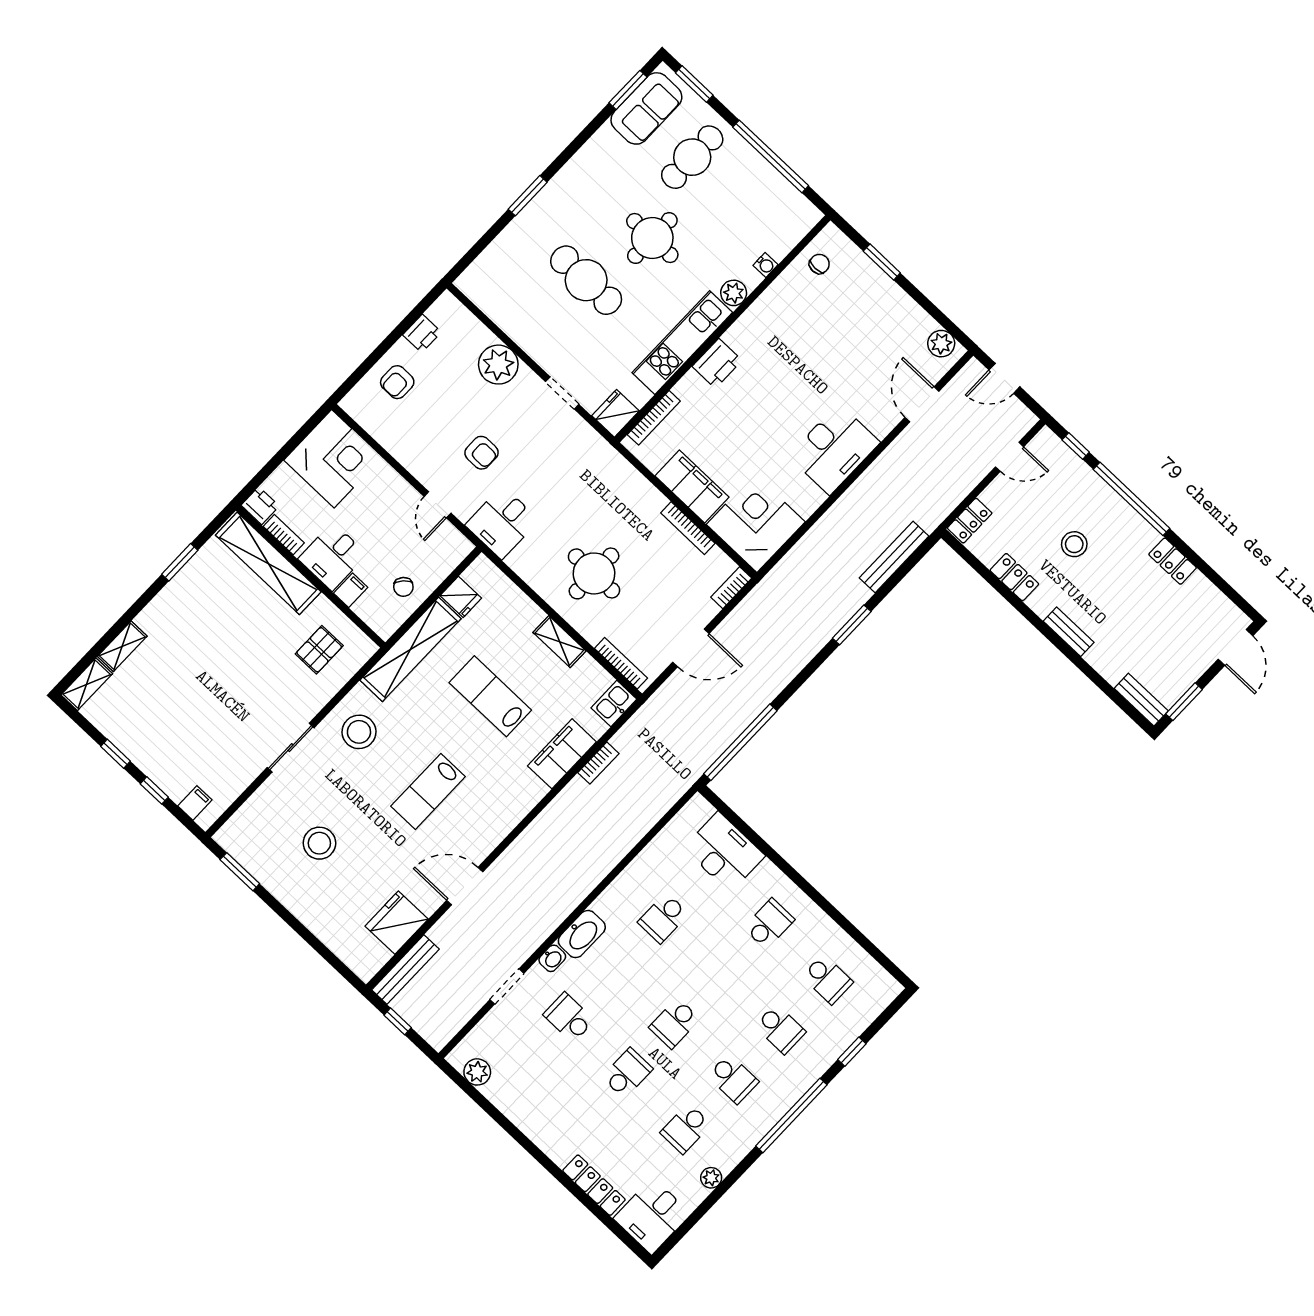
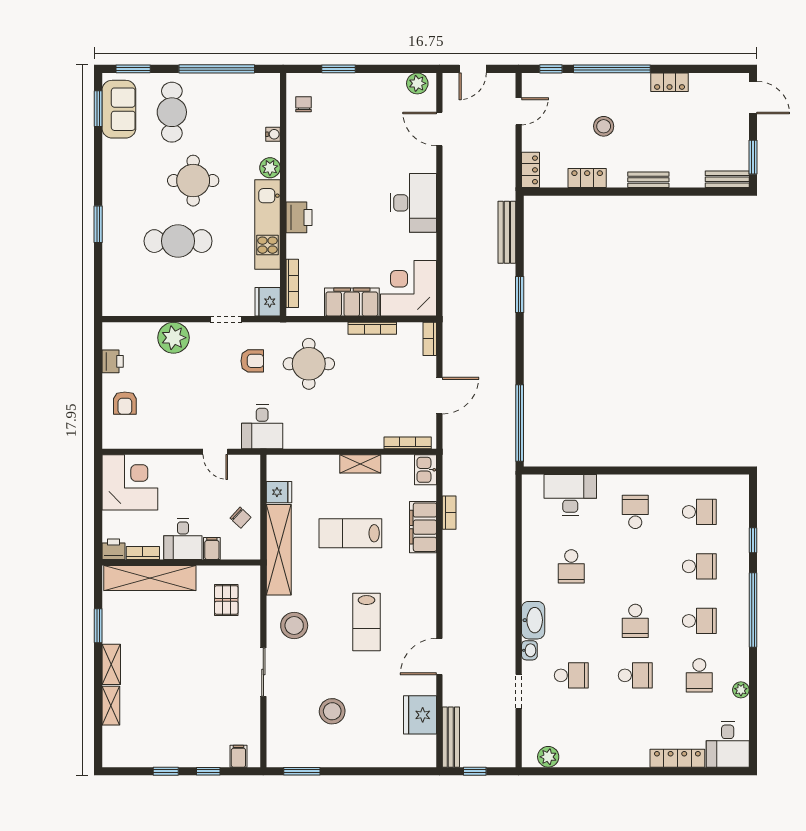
armchair: (482, 453) -> (252, 361), moved
round table: (594, 573) -> (309, 364), moved
shelving: (87, 684) -> (111, 664), moved
school desk: (569, 1018) -> (571, 675), turned 180
school desk: (627, 1073) -> (635, 675), turned 90

